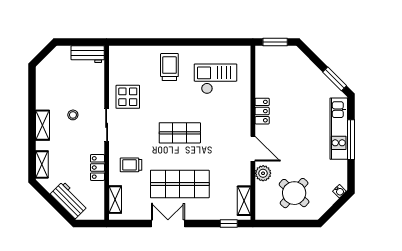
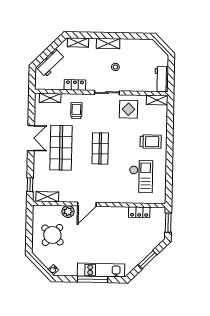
shelving: (115, 60) -> (157, 100), added
window: (335, 79) -> (148, 260), moved
locker: (262, 111) -> (139, 212), moved

